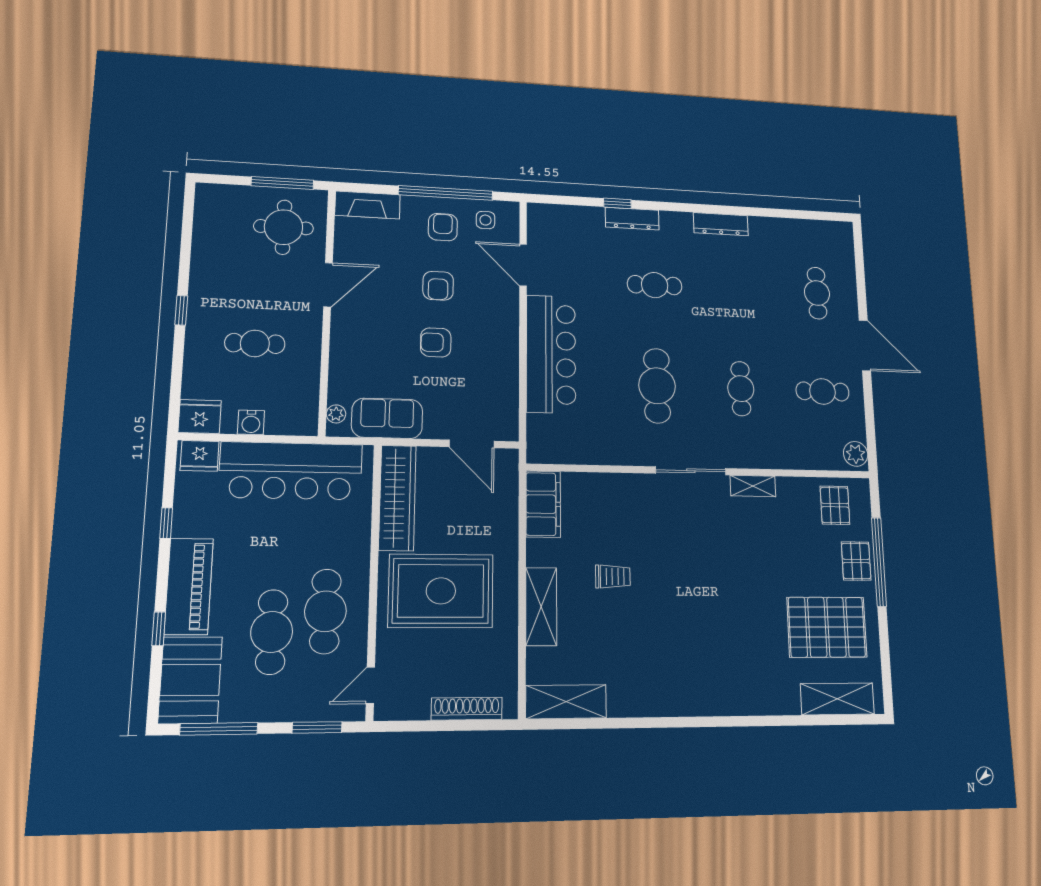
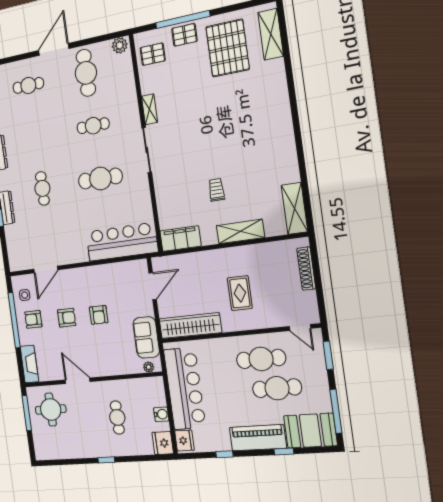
bar counter: (551, 354) -> (122, 242), moved
cafe table: (823, 391) -> (86, 73), width x1.37, depth x1.35
rug: (441, 591) -> (240, 293), width x0.54, depth x0.49

